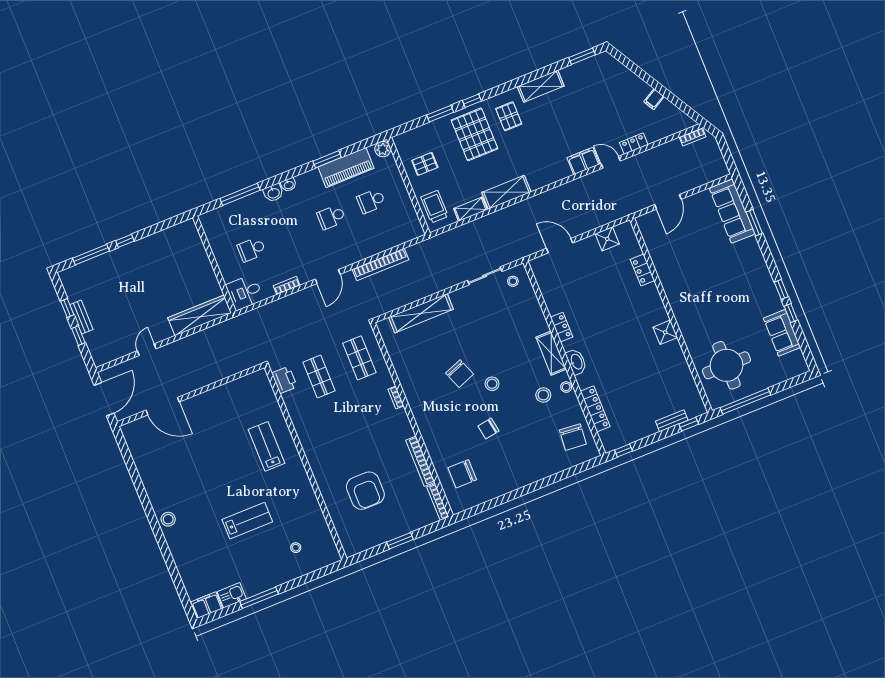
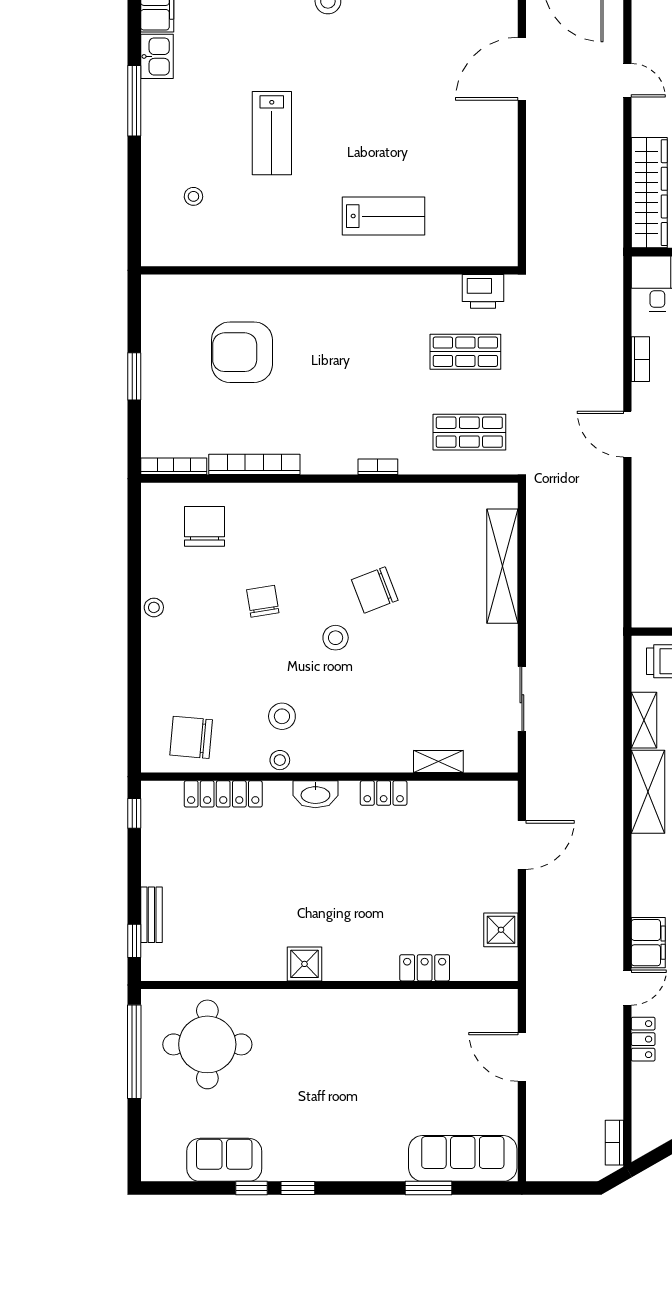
bookcase: (380, 264) -> (612, 531), removed
stool: (513, 281) -> (154, 607), moved
shelving: (551, 353) -> (438, 762), moved, width x0.67, depth x0.75

